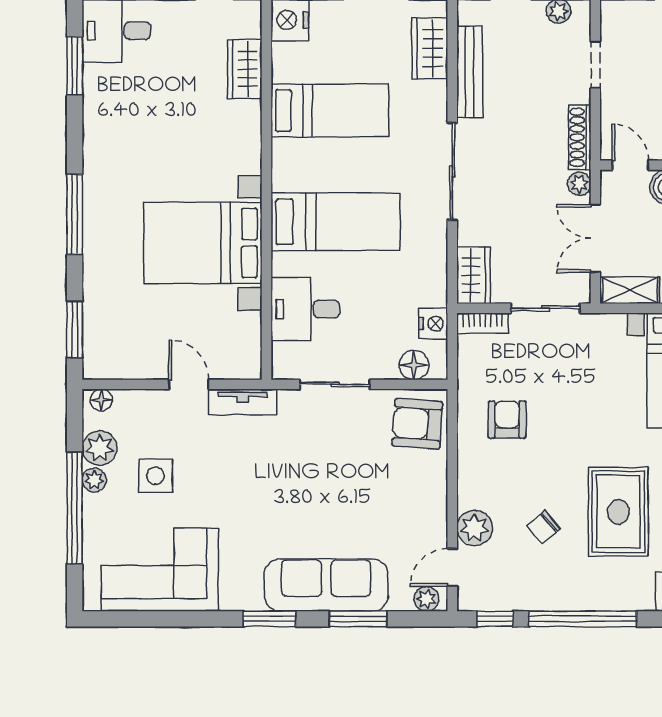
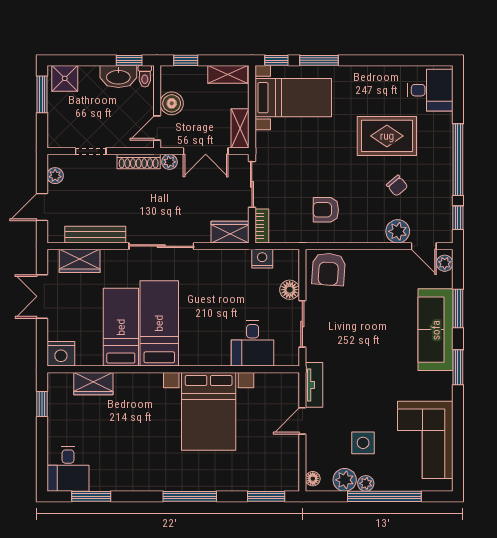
bed: (336, 222) -> (159, 323), moved
floor lamp: (414, 365) -> (290, 290), moved

